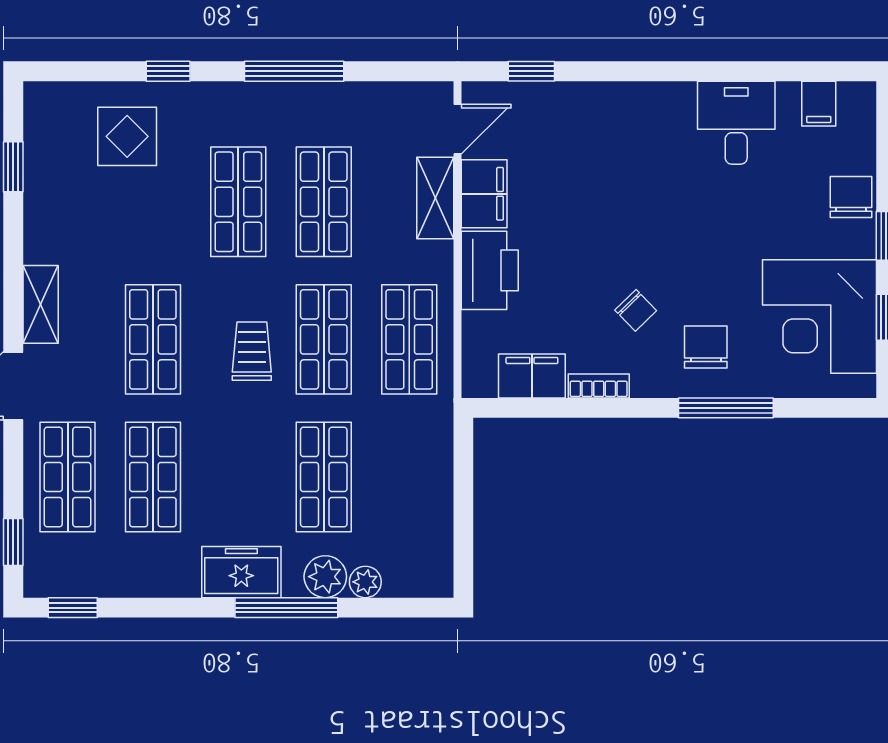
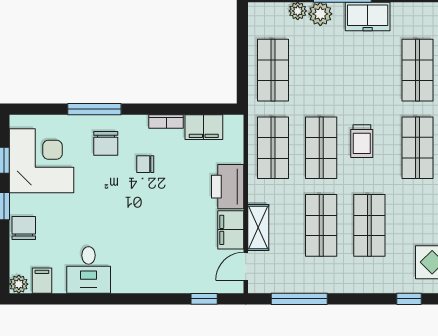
window: (294, 71) -> (299, 299), moved
plant: (860, 98) -> (19, 284), added
chair: (851, 197) -> (24, 228), turned 180
chair: (636, 310) -> (145, 164), turned -46
shop shelf: (324, 477) -> (273, 70), moved

